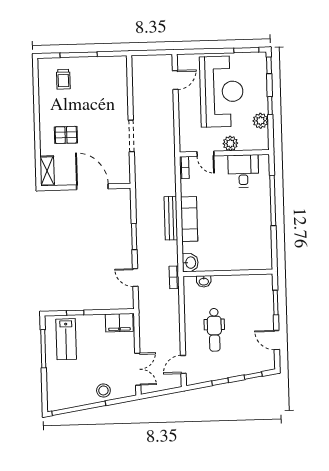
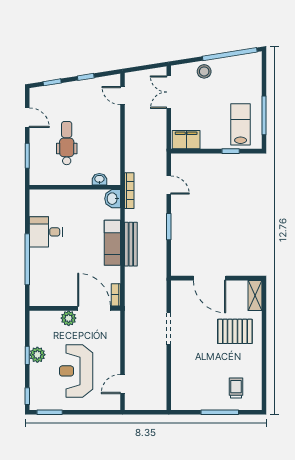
reception desk: (222, 92) -> (76, 371), width x0.74, depth x0.77
plant: (261, 121) -> (37, 355), moved
pallet: (66, 135) -> (235, 331), width x1.50, depth x1.42
door: (205, 154) -> (94, 308), width x1.88
desk: (243, 171) -> (46, 232), moved, turned 90
bookcase: (174, 277) -> (129, 191), width x1.56
dental chair: (214, 330) -> (67, 143), moved
door: (183, 364) -> (123, 96), swing flipped

